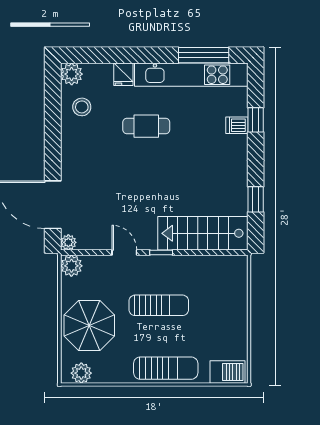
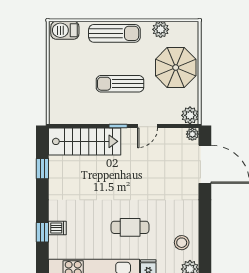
door: (124, 253) -> (148, 126), hinge flipped
sun lounger: (166, 368) -> (114, 33), turned 180
plant: (81, 373) -> (161, 29), moved

